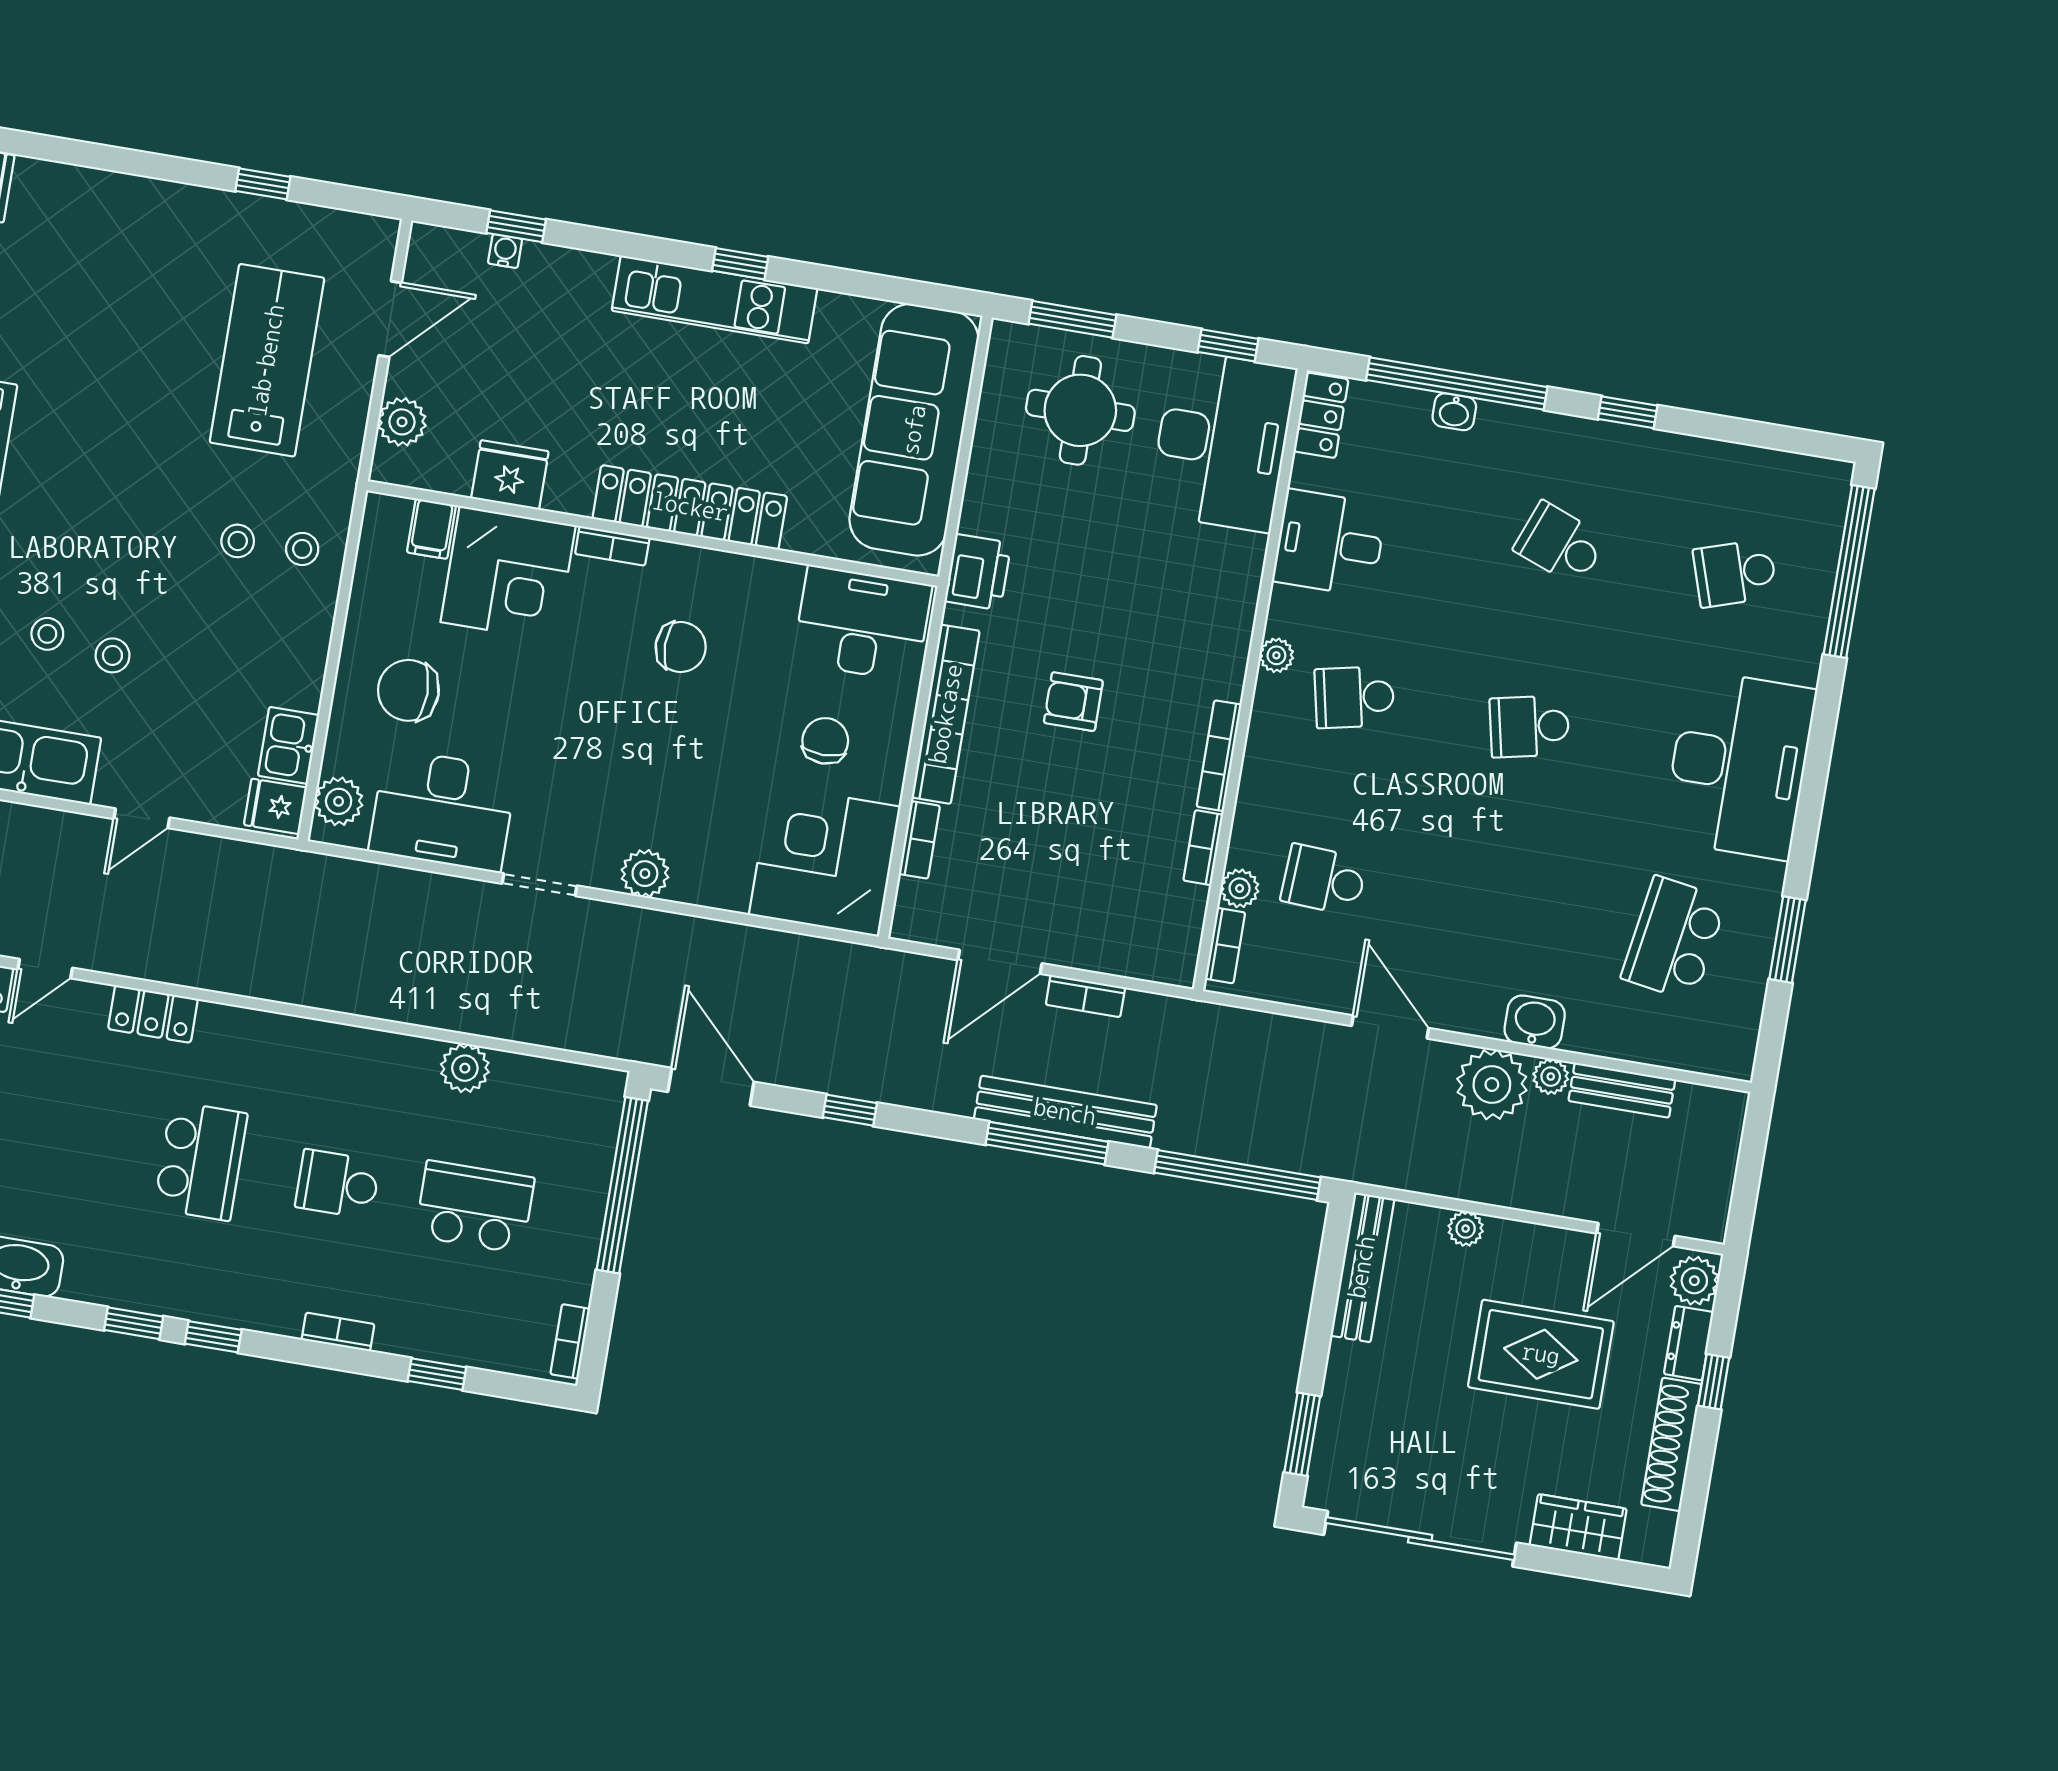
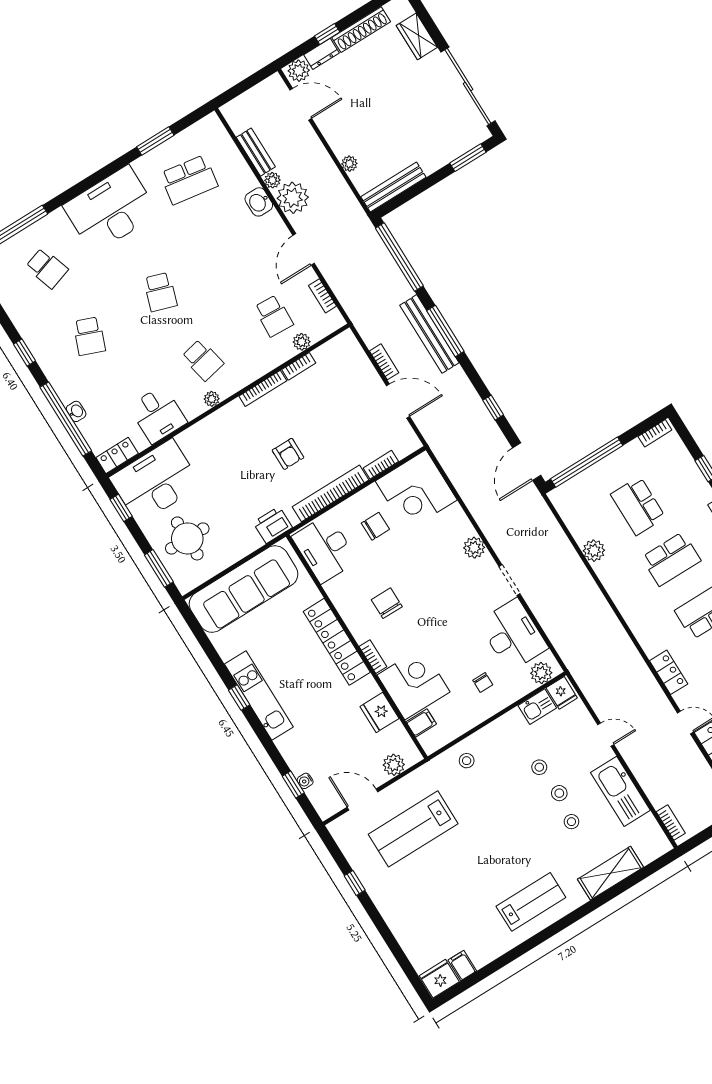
stool: (238, 541) -> (539, 767), moved
chair: (408, 690) -> (483, 682), width x0.54, depth x0.54
school desk: (1529, 727) -> (160, 292), turned 30
chair: (825, 741) -> (375, 526), turned 180
bookcase: (1225, 946) -> (322, 296), moved, turned -90
school desk: (338, 1184) -> (671, 559), width x1.85
rug: (1541, 1354) -> (369, 101), removed

